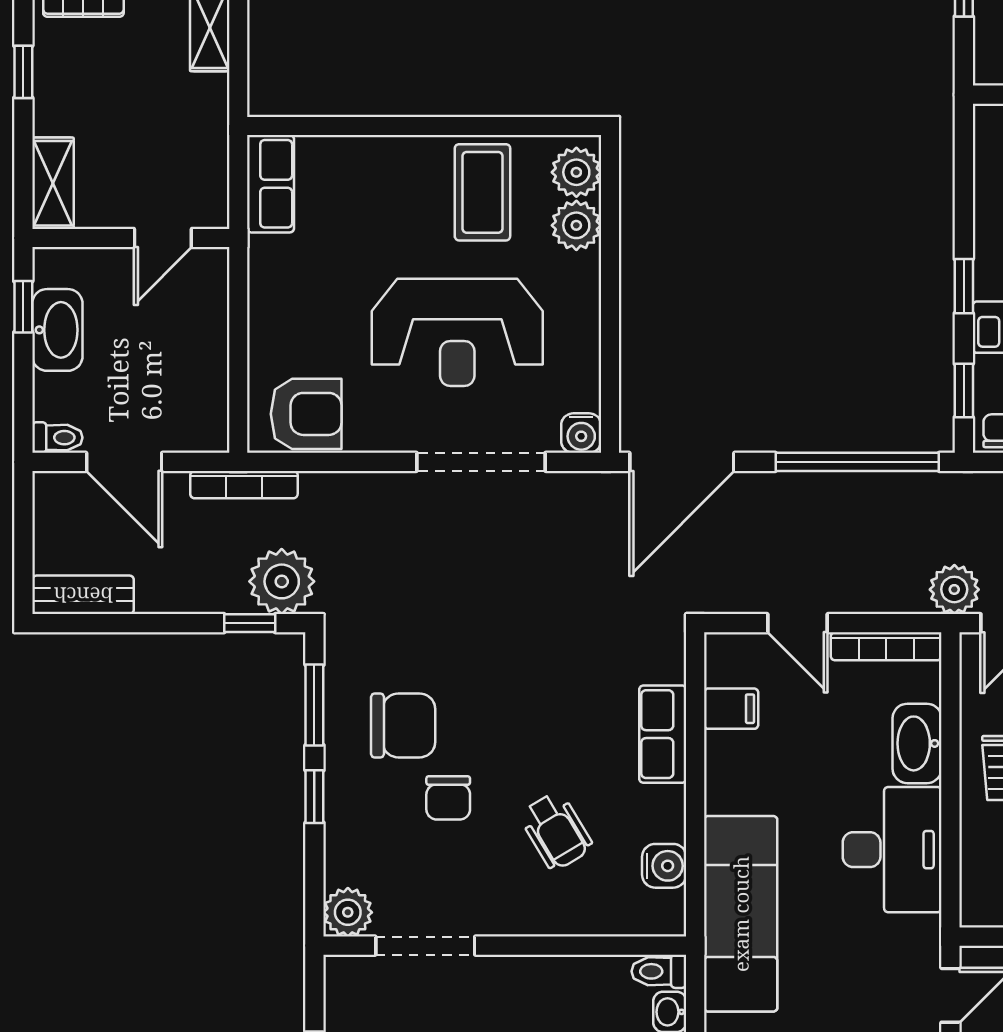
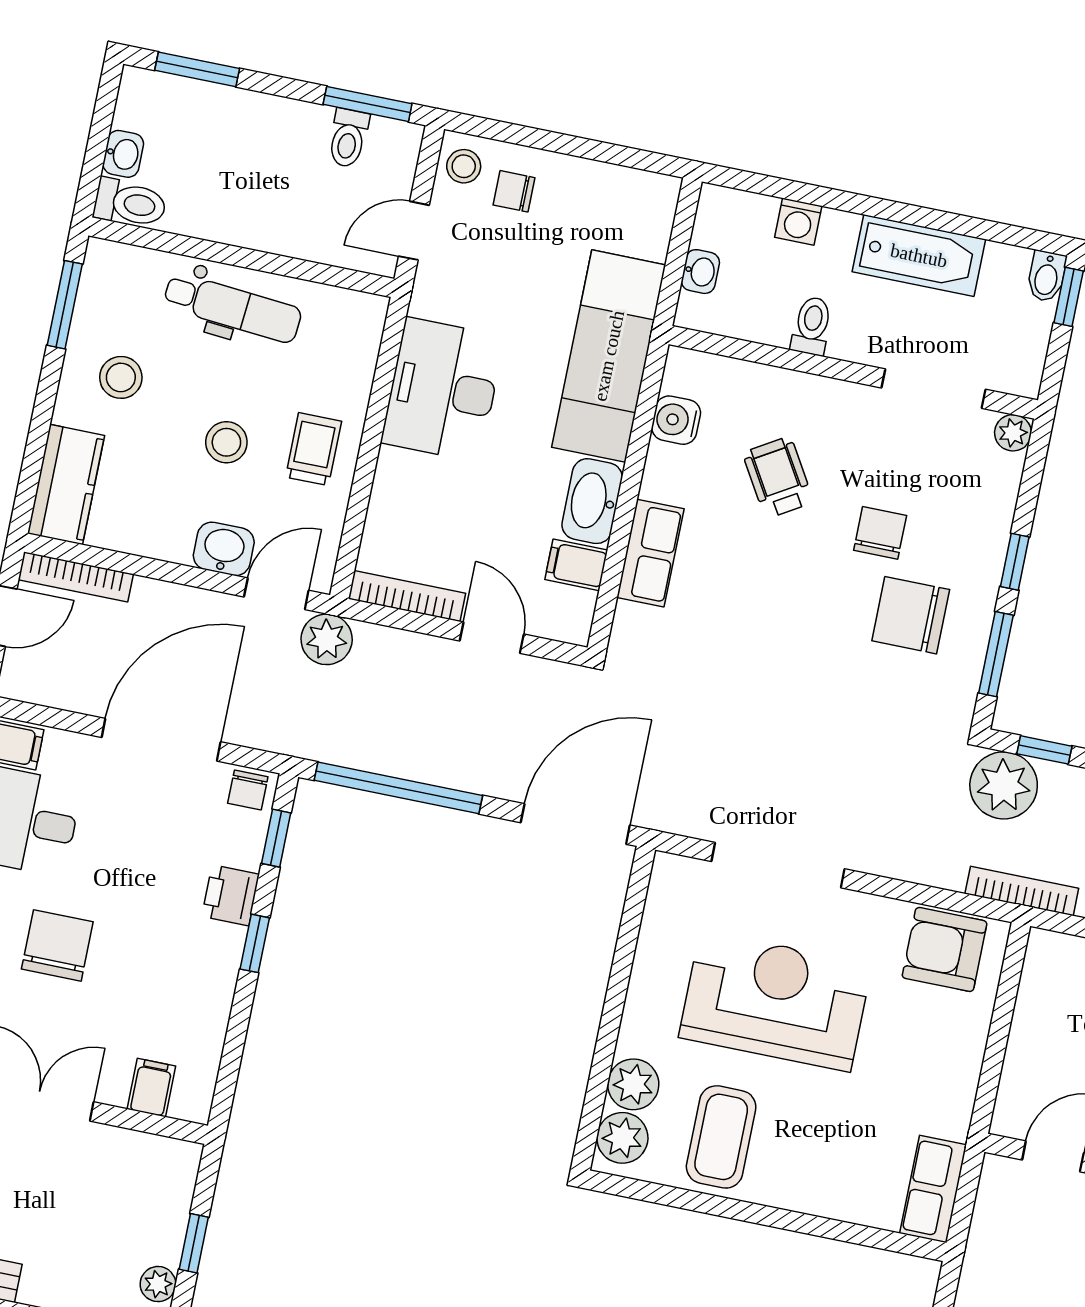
water cooler: (581, 433) -> (671, 874), removed
washbasin: (917, 743) -> (592, 501), moved, turned 180
plant: (348, 912) -> (1013, 433), width x0.73, depth x0.73
toilet: (659, 971) -> (812, 326), moved, turned -90

